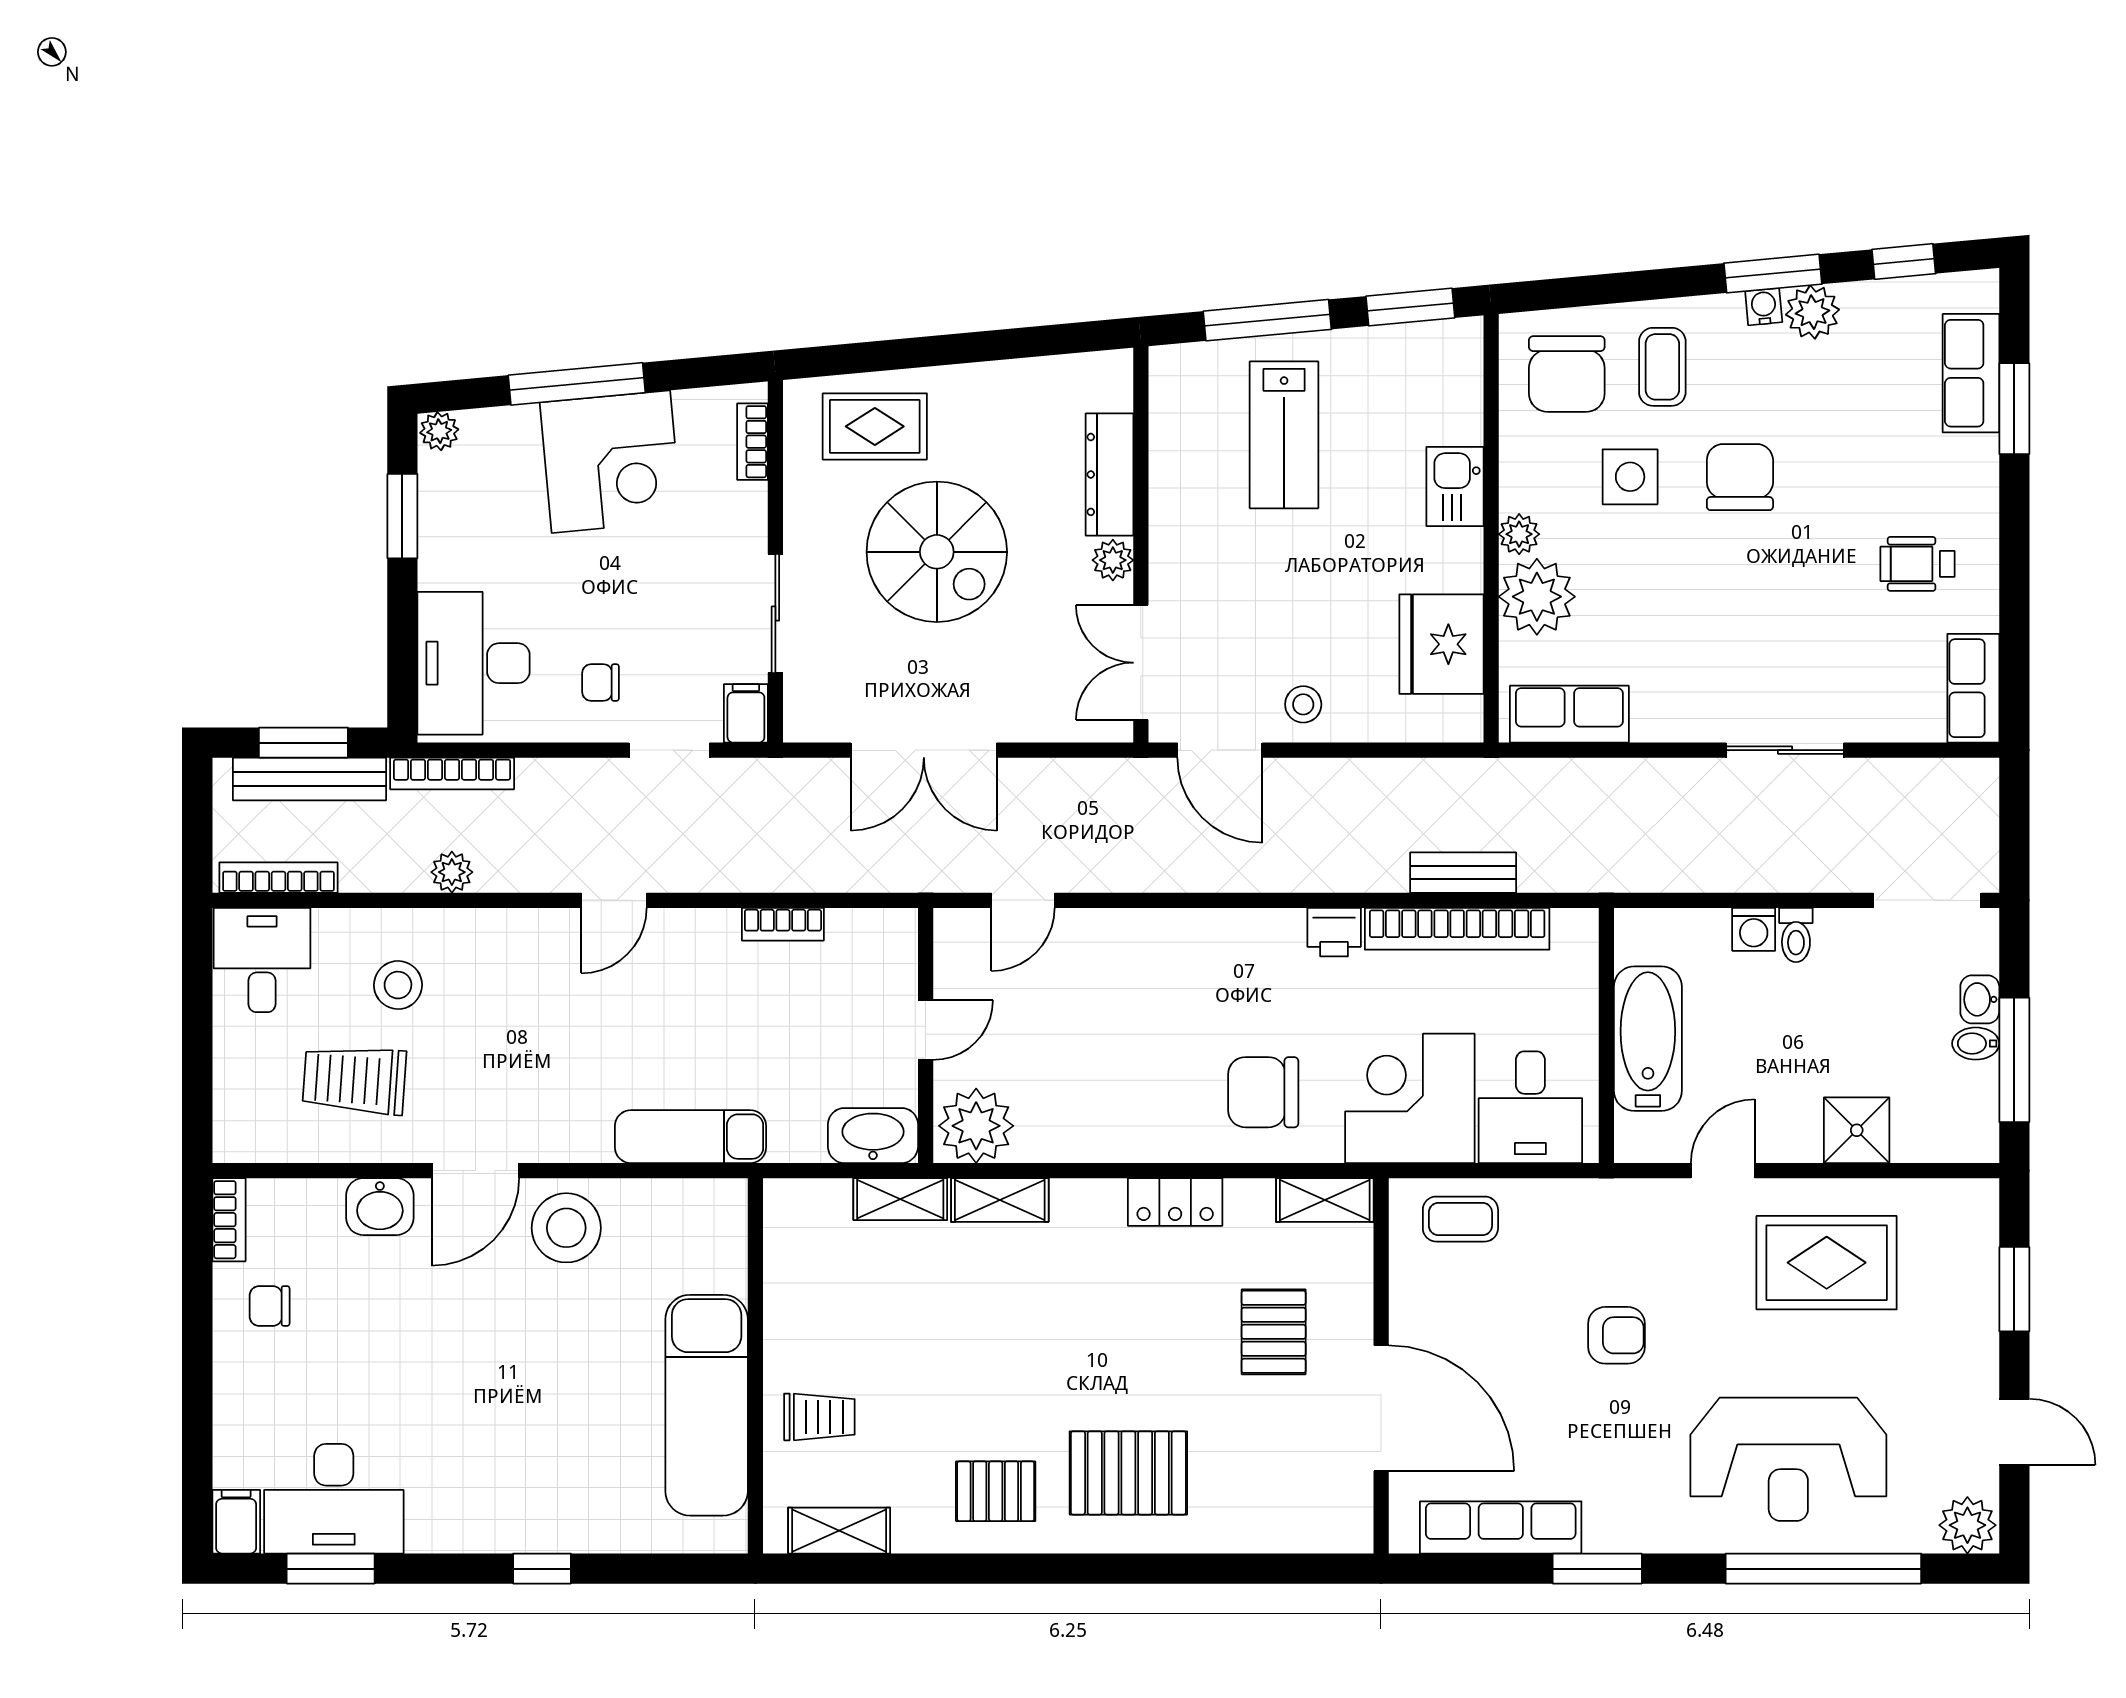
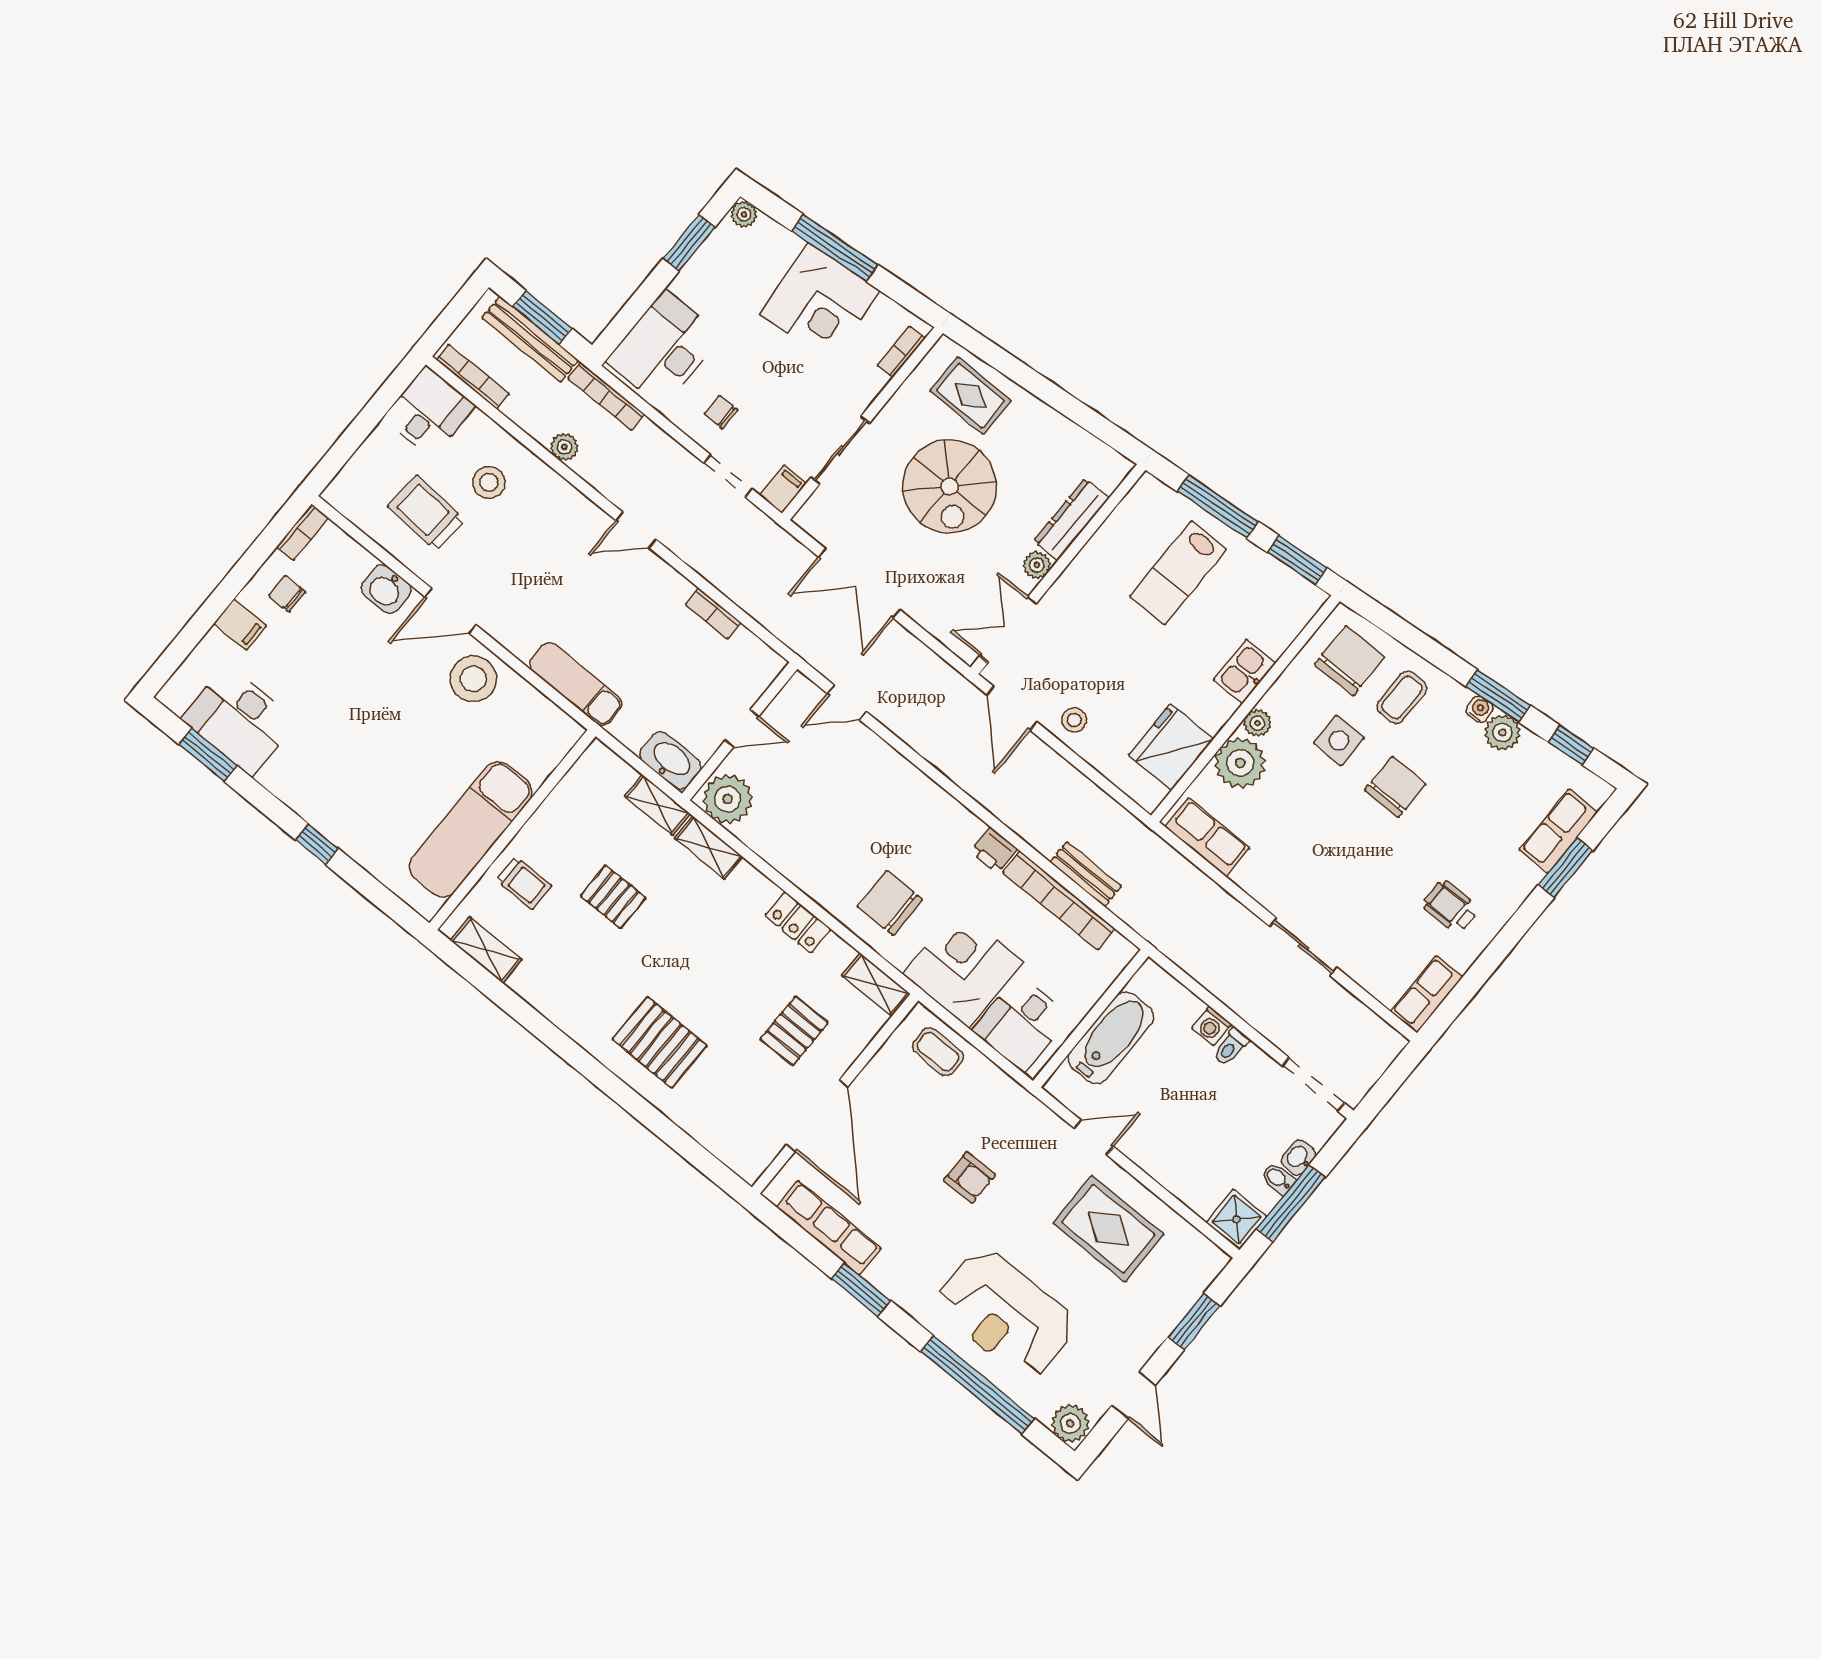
chair: (1567, 374) -> (1350, 661), turned 180
shower: (1857, 1130) -> (1236, 1219), moved
pallet: (996, 1491) -> (613, 897), moved
filing cabinet: (236, 1522) -> (240, 625), moved, turned 90

